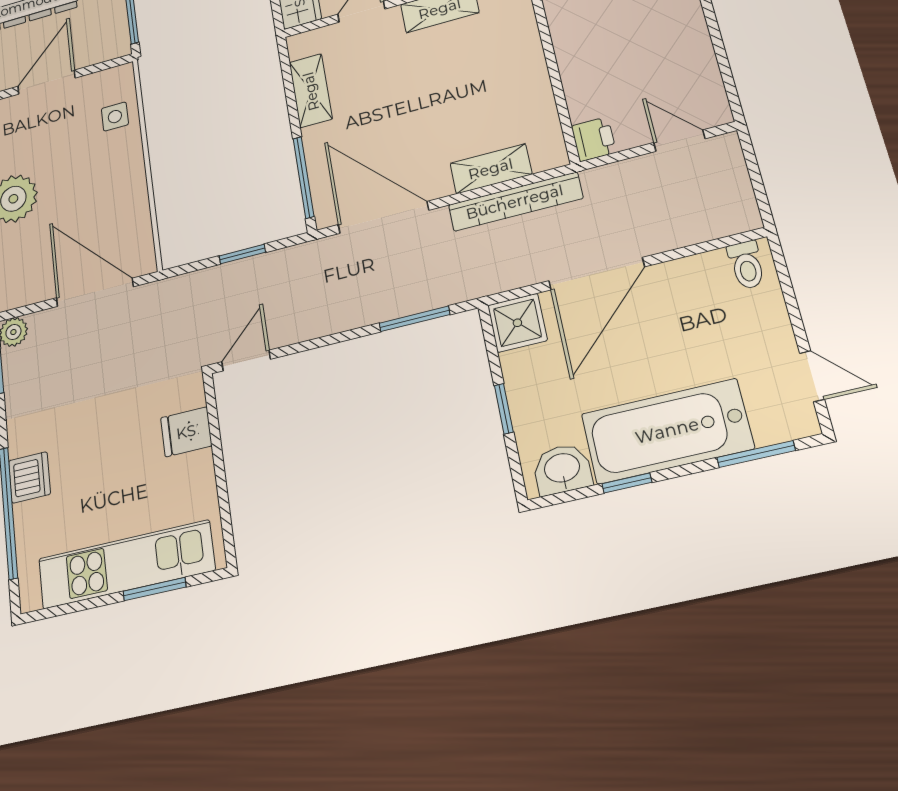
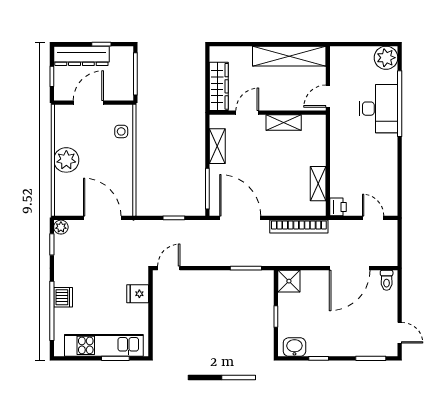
shelving: (491, 169) -> (318, 184), moved, turned 90
door: (596, 274) -> (350, 268), moved
bathtub: (667, 431) -> (339, 341), removed

